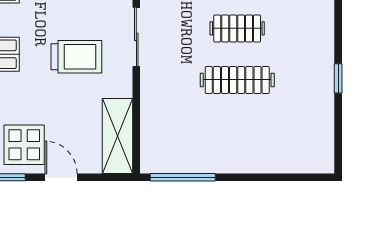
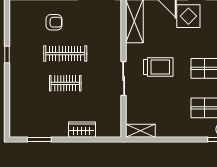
trolley: (76, 57) -> (158, 67), turned 180
armchair: (257, 134) -> (54, 22), added

